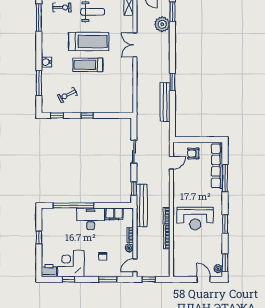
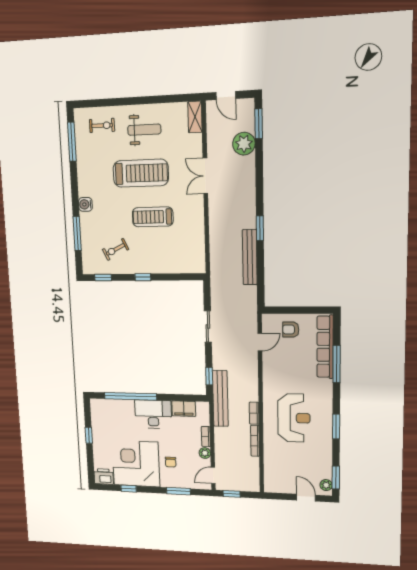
treadmill: (88, 65) -> (153, 217), moved
reception desk: (195, 219) -> (294, 418), turned -90
corner desk: (71, 264) -> (136, 464), width x1.36, depth x1.36

